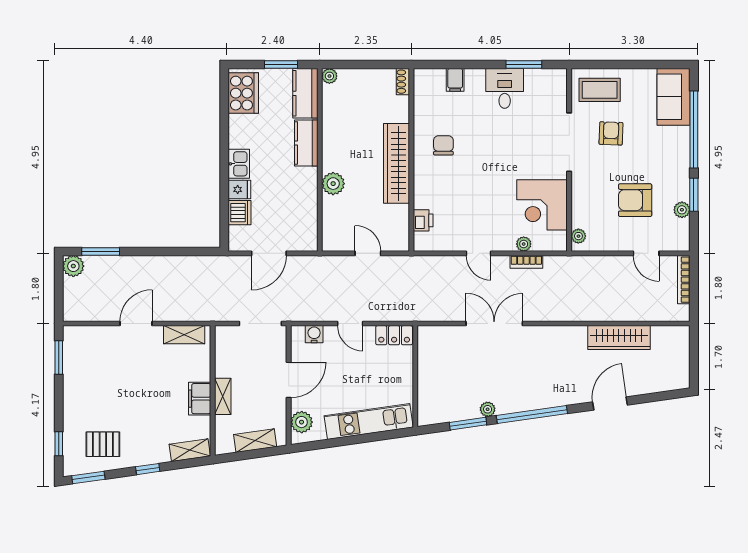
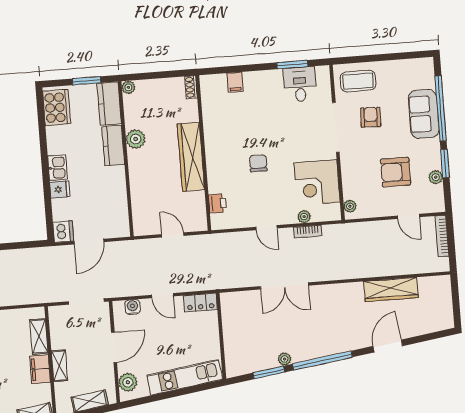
desk: (505, 88) -> (300, 84), moved
sofa: (674, 97) -> (424, 114), moved
chair: (443, 145) -> (258, 163), moved
plant: (333, 184) -> (136, 139), moved
dishwasher: (240, 213) -> (63, 232), moved
double door: (494, 324) -> (284, 286), swing flipped
shelving: (184, 335) -> (39, 336), moved, turned 90

